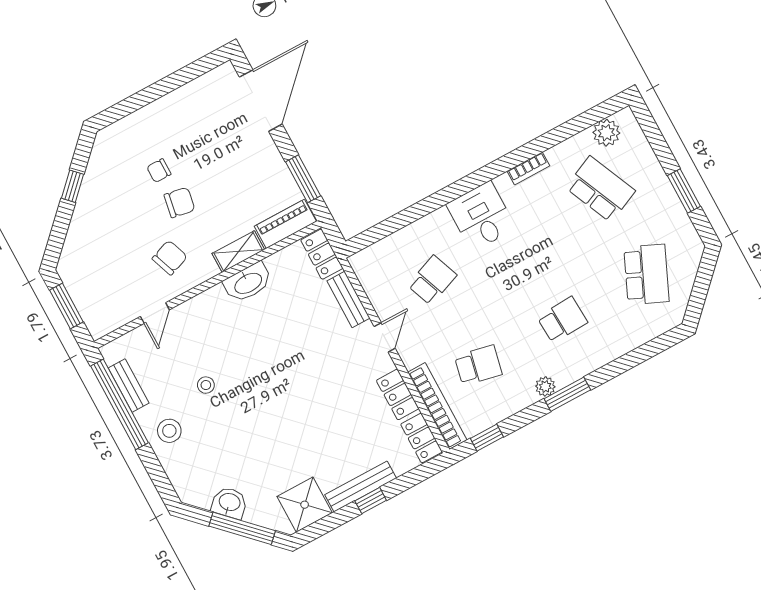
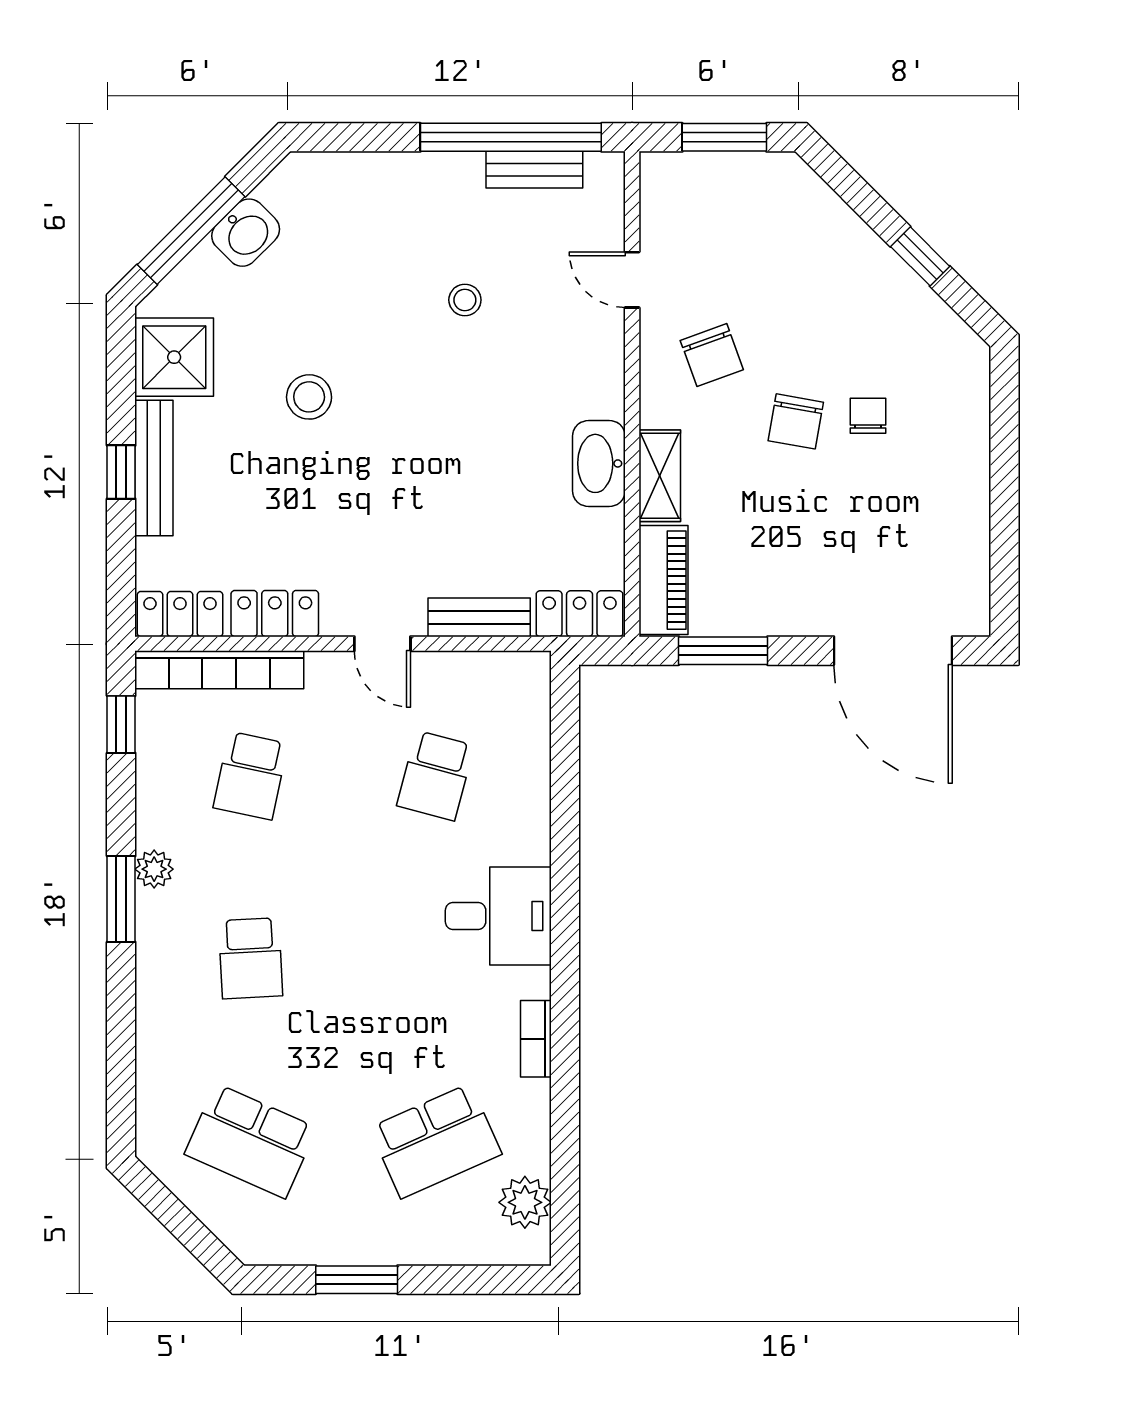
school desk: (432, 280) -> (436, 776), turned 36
stool: (169, 431) -> (309, 397), moved

